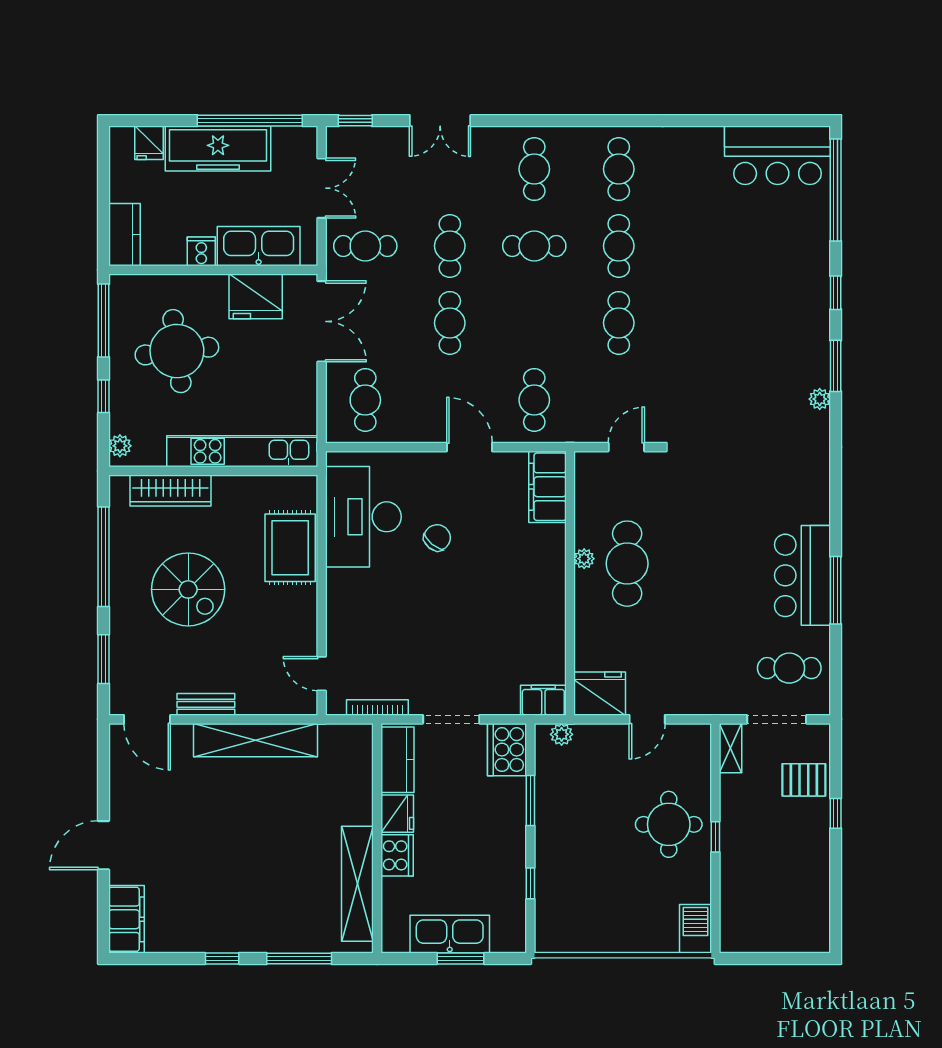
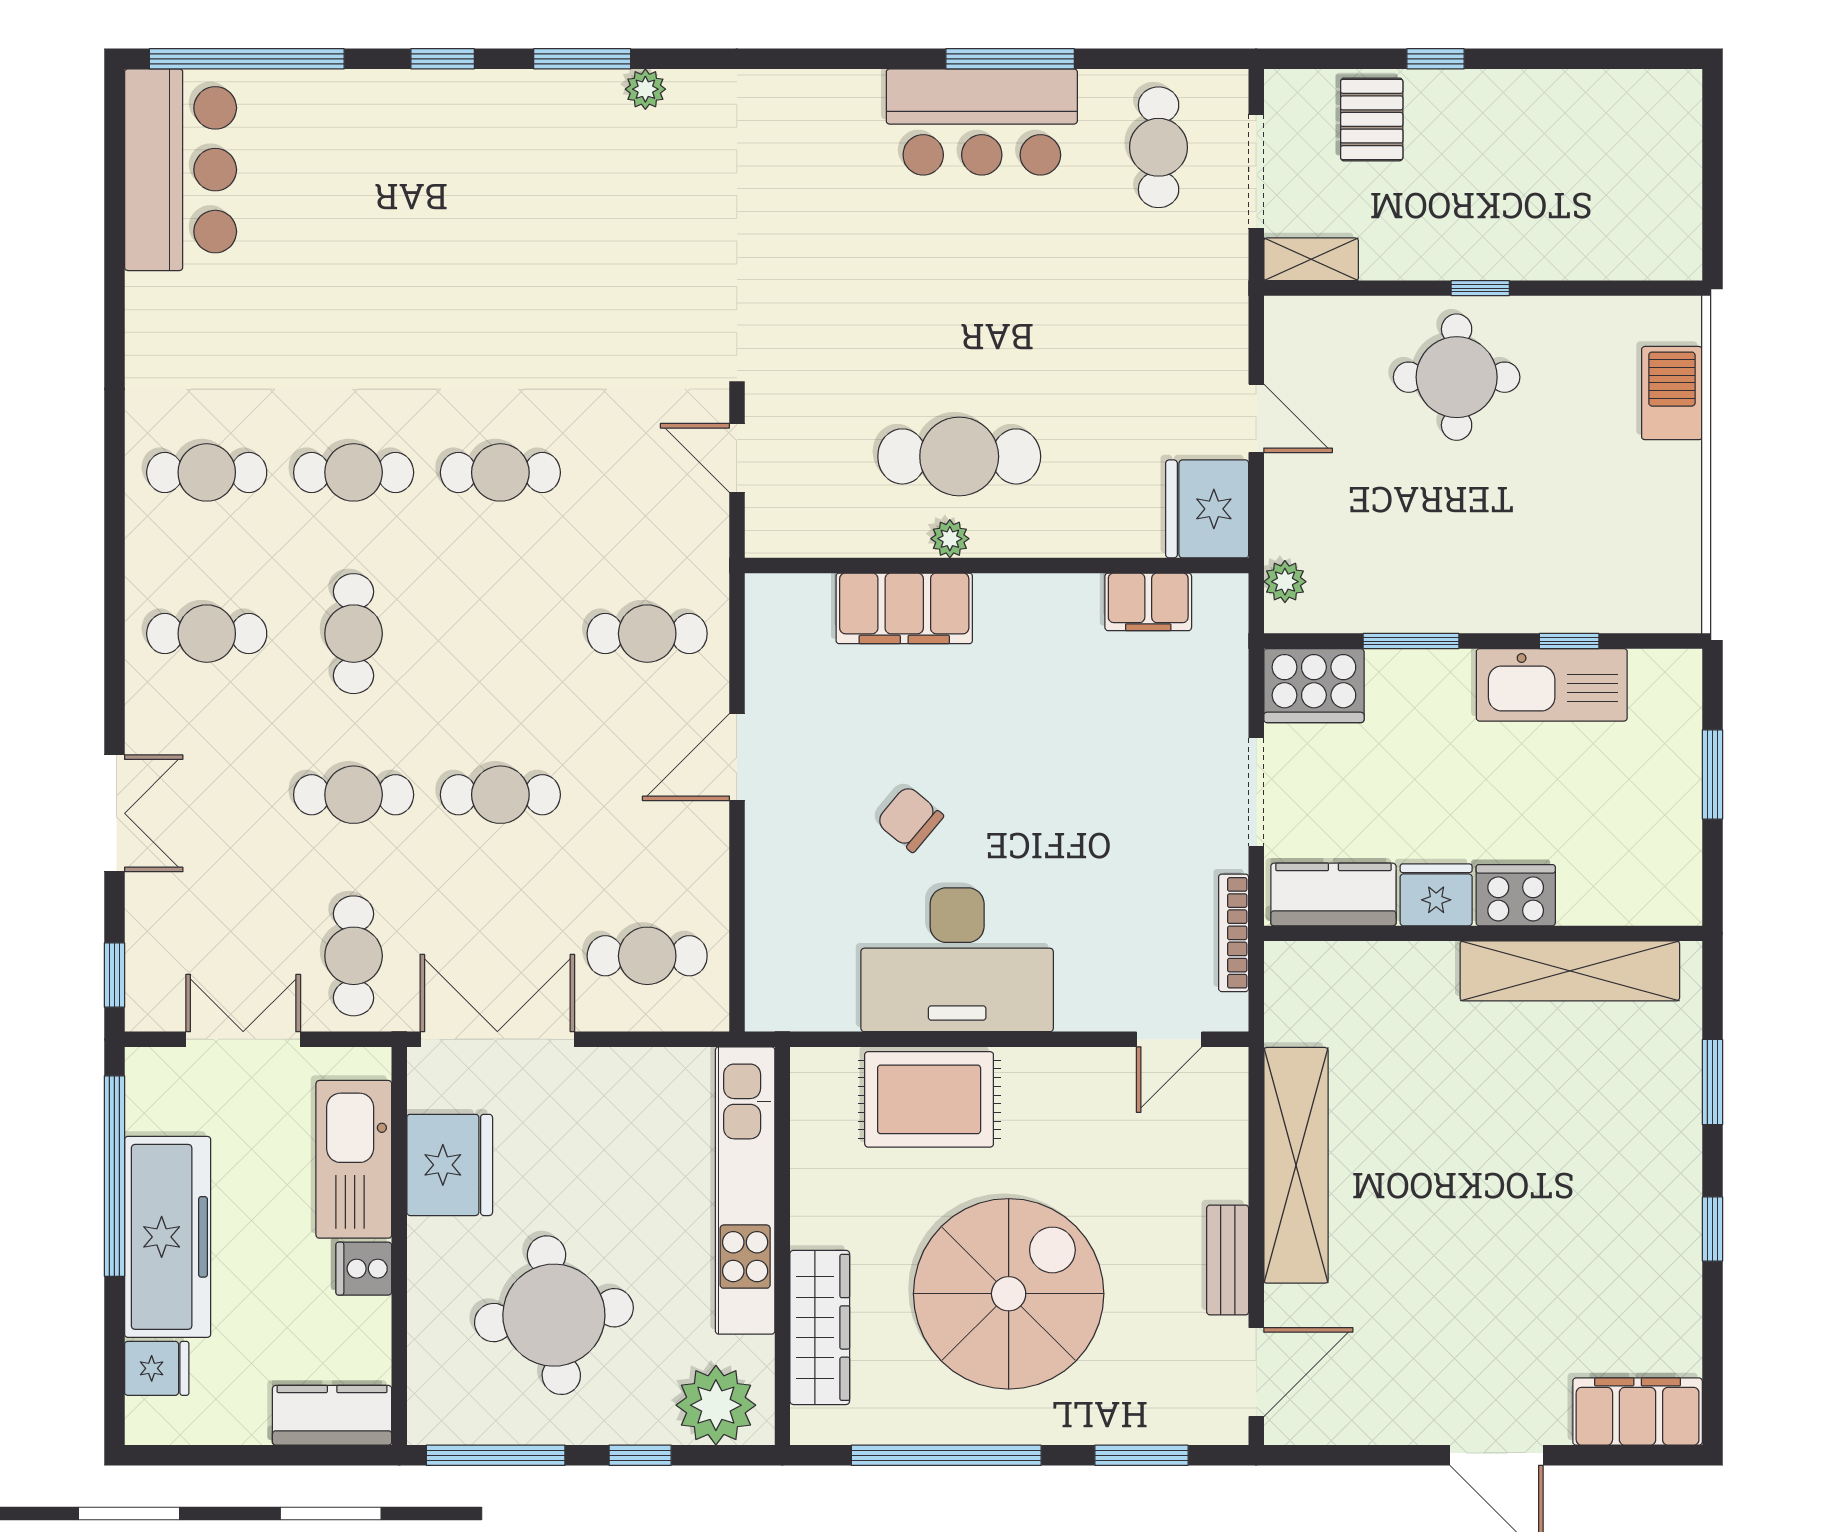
plant: (120, 446) -> (716, 1405), width x1.87, depth x1.87
filing cabinet: (548, 487) -> (904, 608), moved
desk: (363, 517) -> (957, 960), moved
spiral stairs: (188, 589) -> (1009, 1294), width x1.37, depth x1.37
filing cabinet: (543, 700) -> (1148, 602), moved, turned -90
barbecue: (695, 929) -> (1672, 393), moved, turned 90
kitchen sink: (450, 934) -> (1552, 685), moved, turned -90
window: (299, 959) -> (1712, 1082), width x0.69

